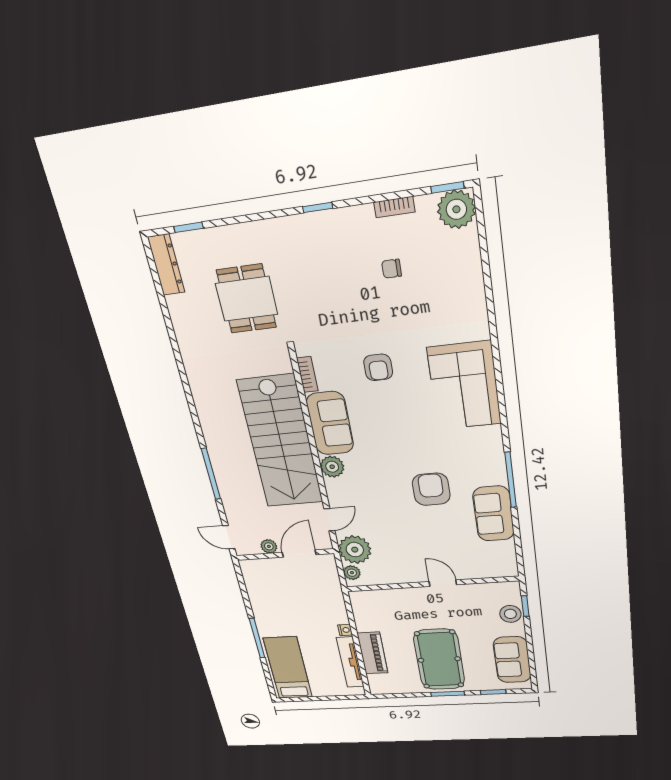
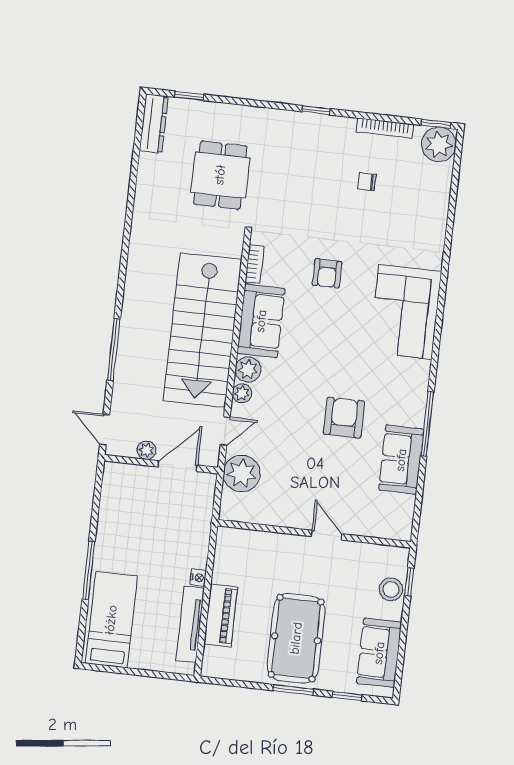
bookcase: (394, 207) -> (385, 128), width x1.56
plant: (352, 573) -> (242, 393), moved

